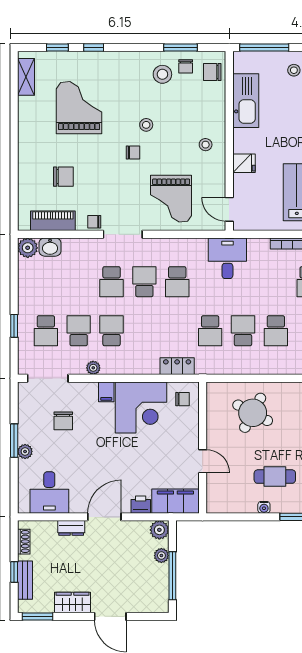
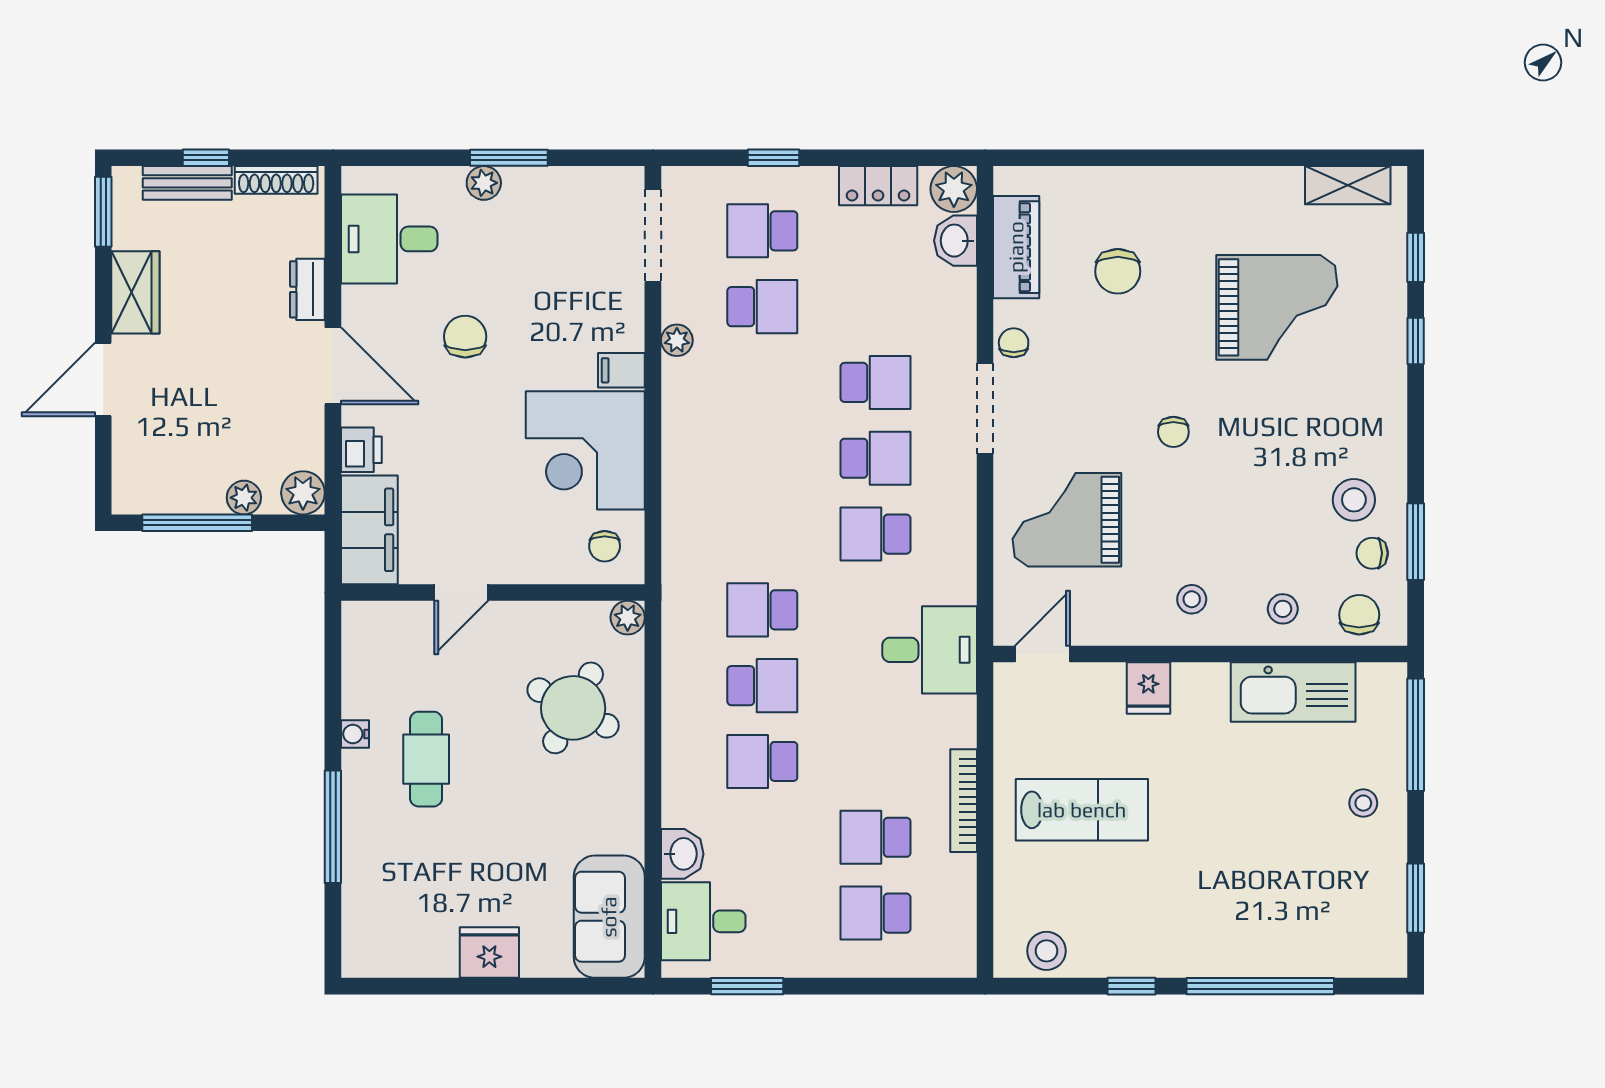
stool: (146, 125) -> (1283, 609), moved
school desk: (112, 282) -> (876, 382), turned 180
school desk: (112, 331) -> (762, 382), removed
locker: (177, 366) -> (878, 186), moved, turned 90
plant: (213, 389) -> (628, 618), added
chair: (63, 421) -> (465, 337), moved, turned 90
shoe rack: (24, 542) -> (276, 180), width x1.43

